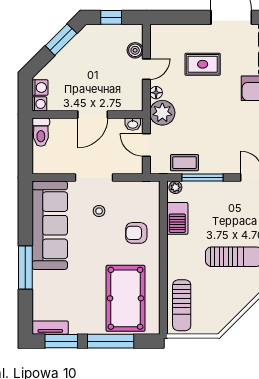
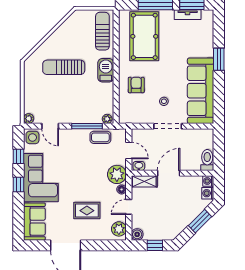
plant: (160, 39) -> (119, 229), added
window: (61, 40) -> (200, 221), moved
boiler: (135, 50) -> (137, 234), moved
shelving: (126, 103) -> (144, 181), added
barbecue: (177, 218) -> (106, 70), moved
armchair: (136, 233) -> (136, 85), turned -90
window: (25, 268) -> (219, 59), width x0.69
tv unit: (50, 328) -> (188, 15), moved

